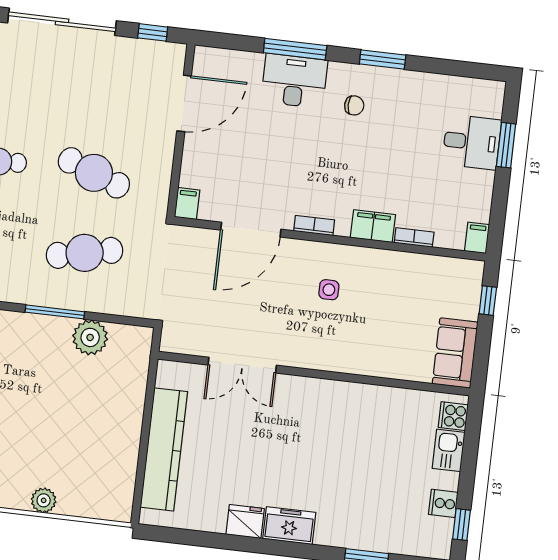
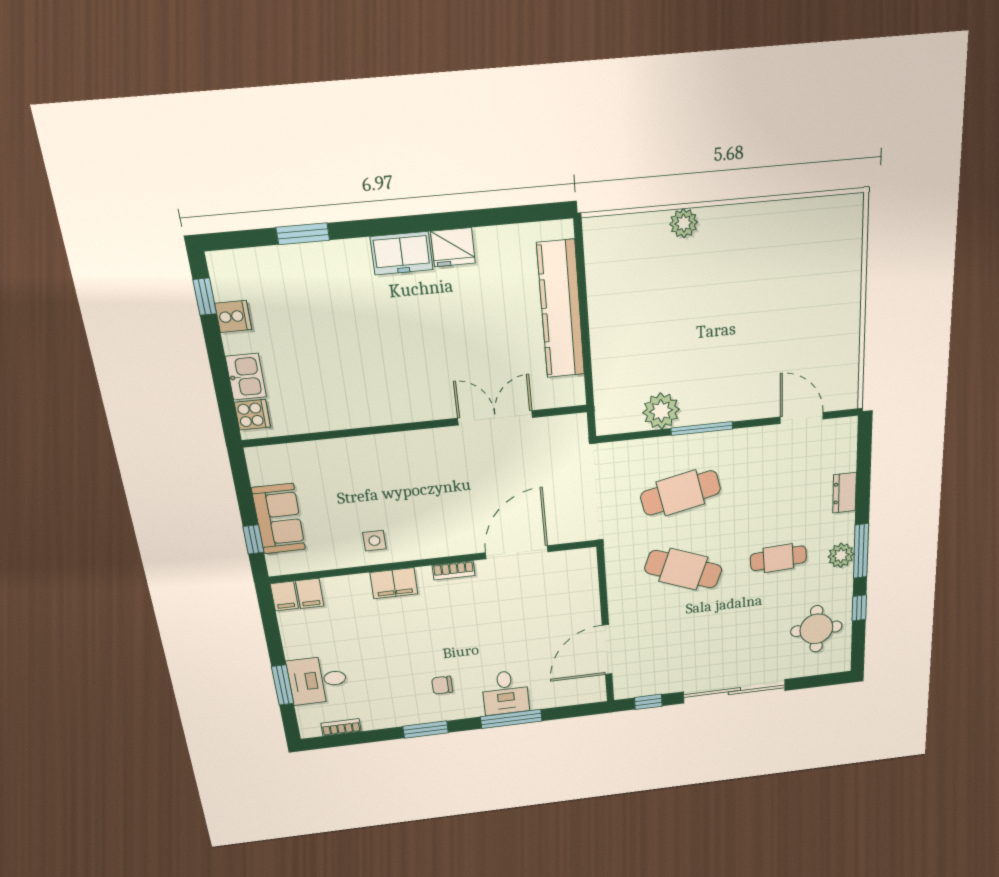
desk: (294, 81) -> (505, 693), width x0.73
filing cabinet: (187, 204) -> (310, 593), moved
bookcase: (414, 237) -> (341, 727), moved, turned 180
side table: (329, 290) -> (374, 541), moved
sofa: (455, 353) -> (279, 519), moved

